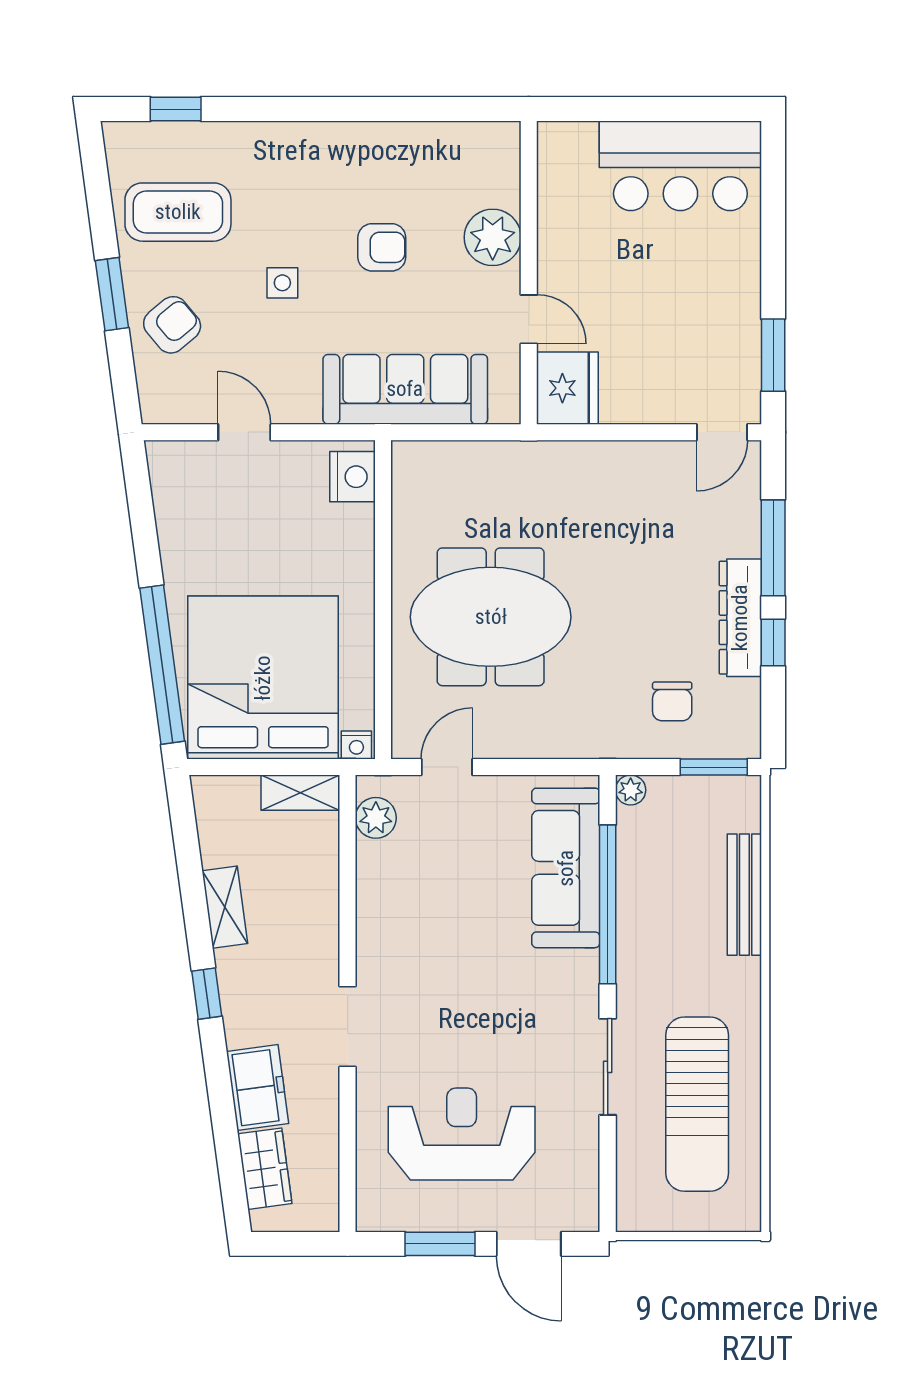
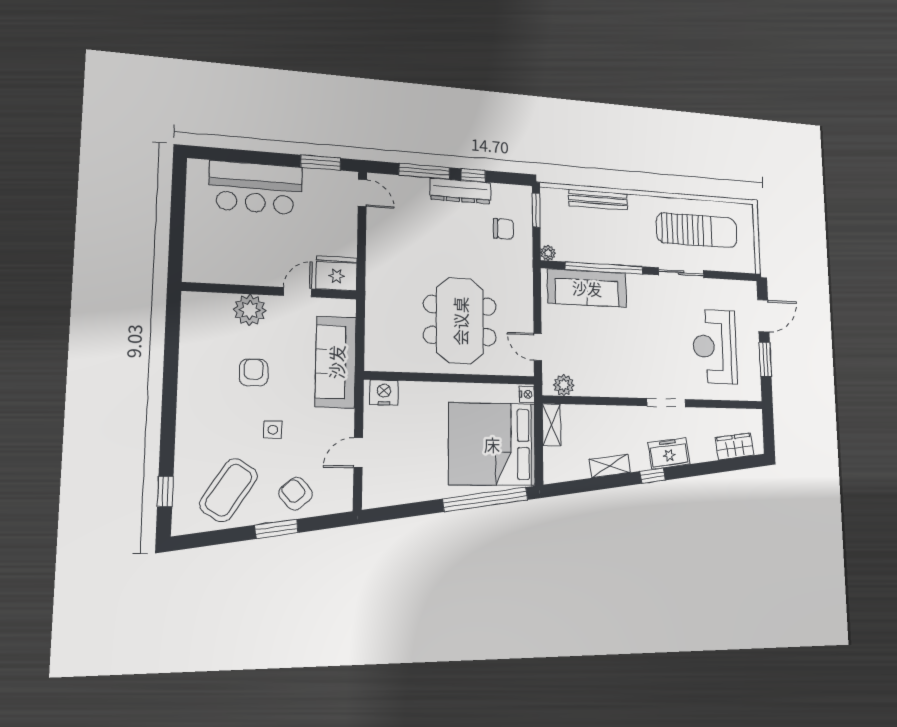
bar counter: (680, 166) -> (256, 188), moved, turned 90
coffee table: (178, 212) -> (229, 490), turned 33
freezer: (258, 1088) -> (669, 453), moved

